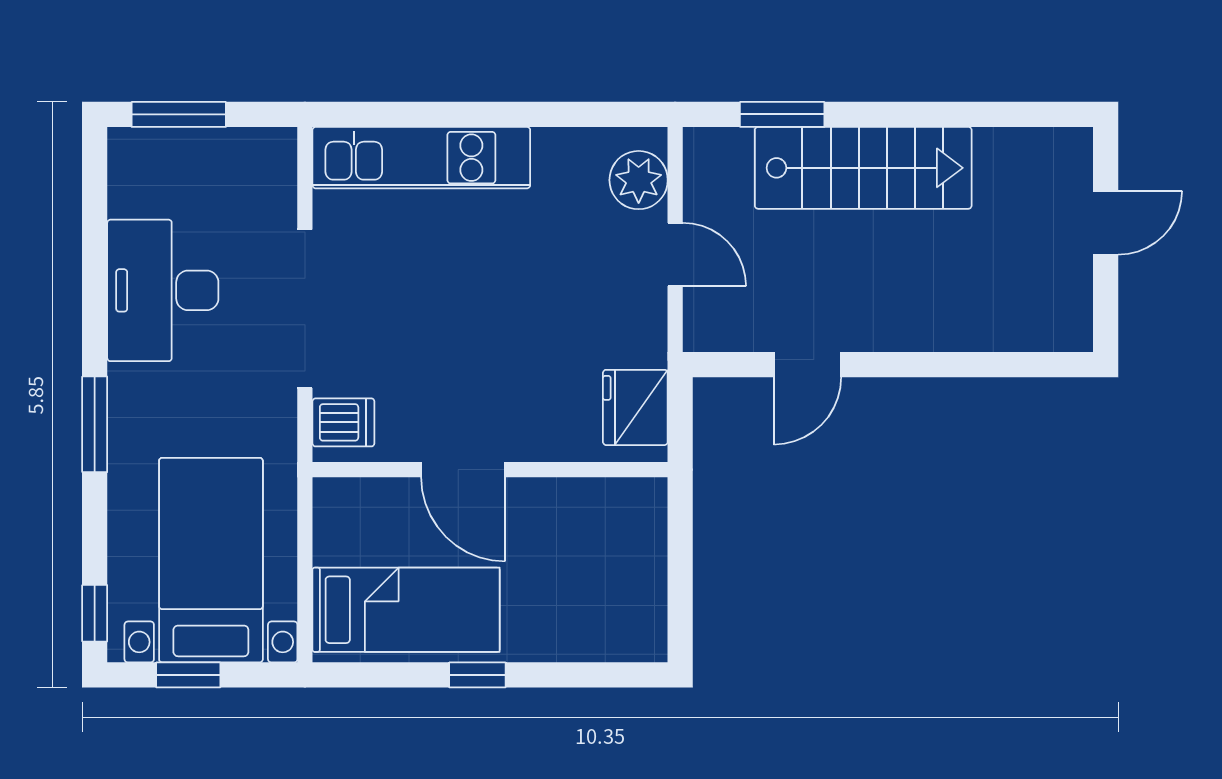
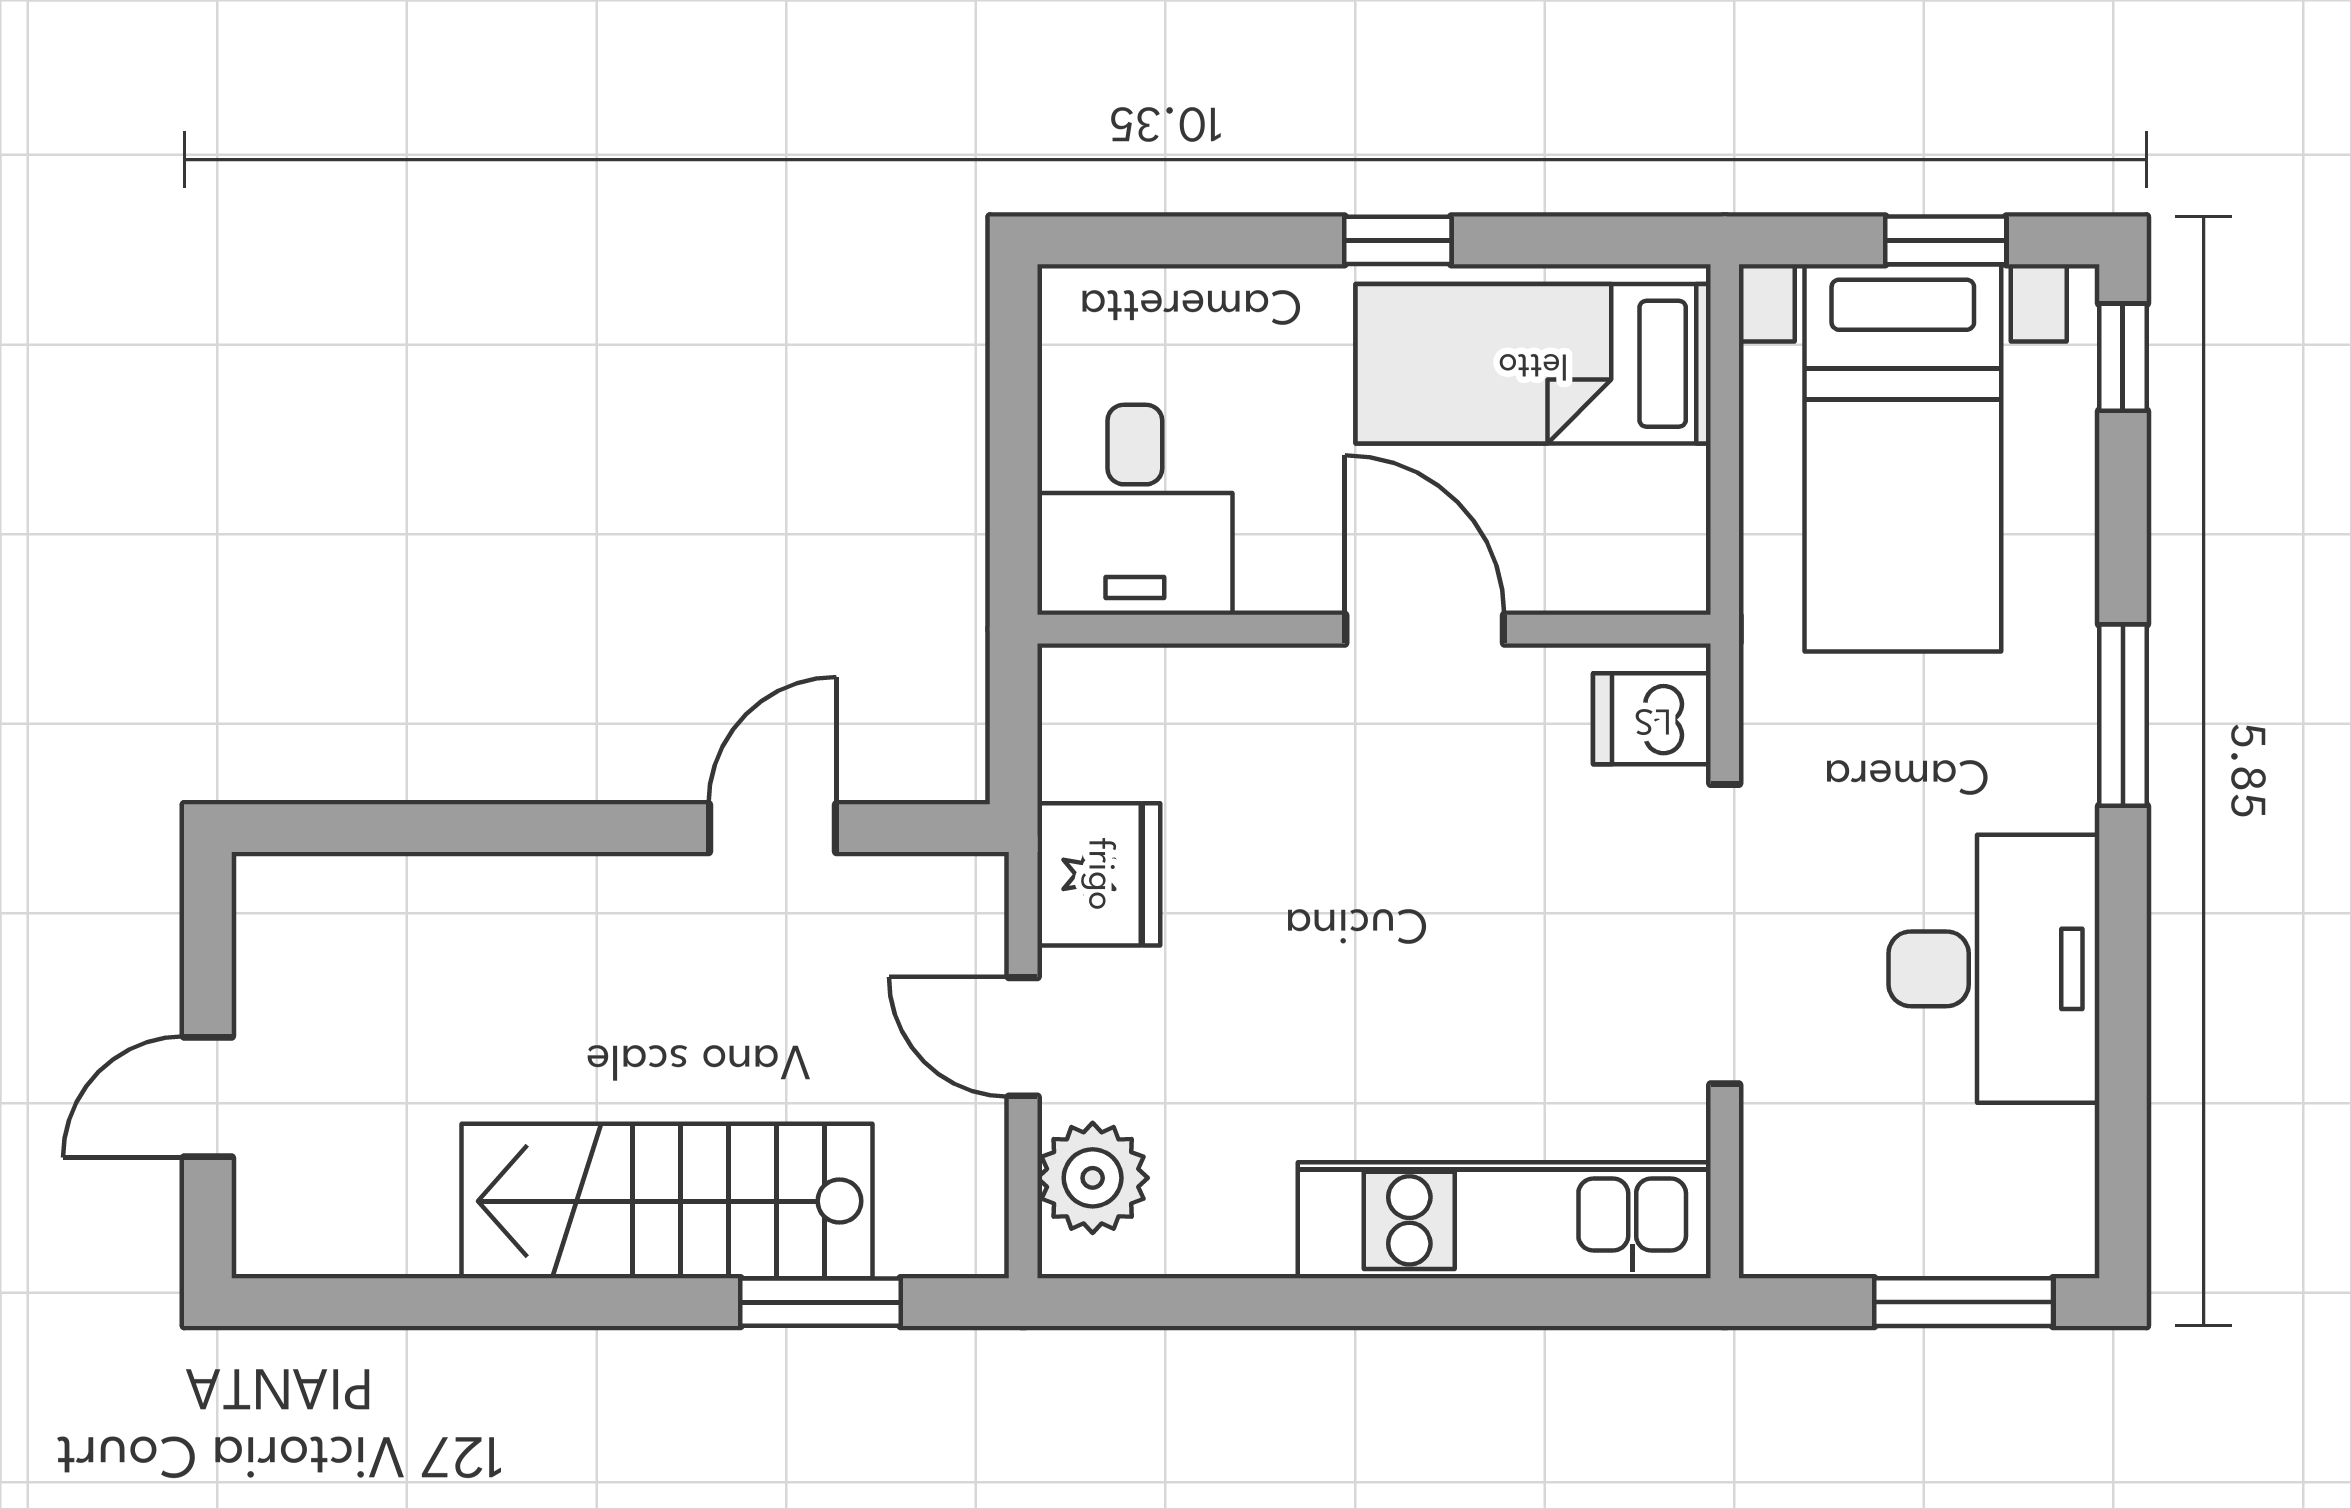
fridge: (635, 407) -> (1099, 874), moved
desk: (616, 533) -> (1135, 510), added

